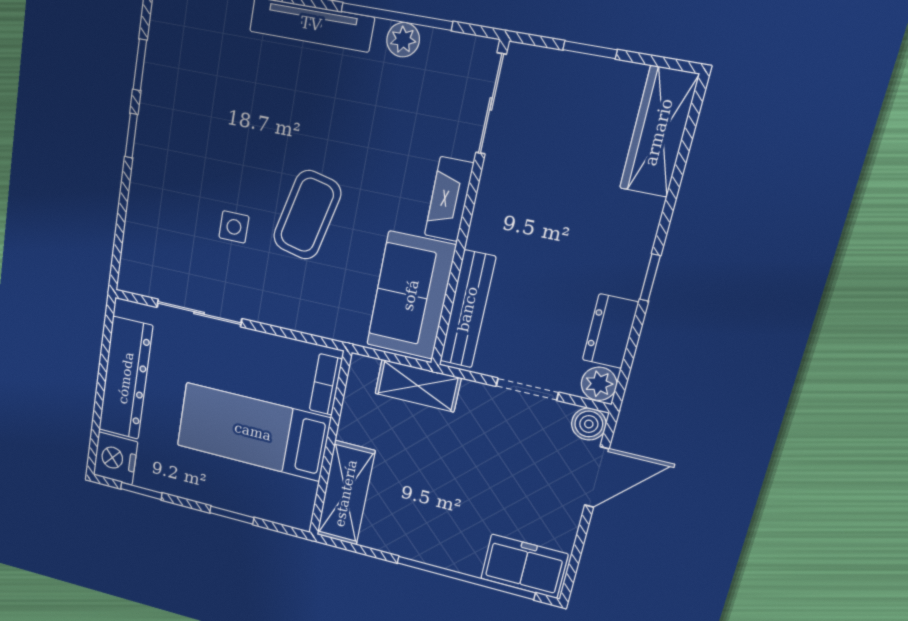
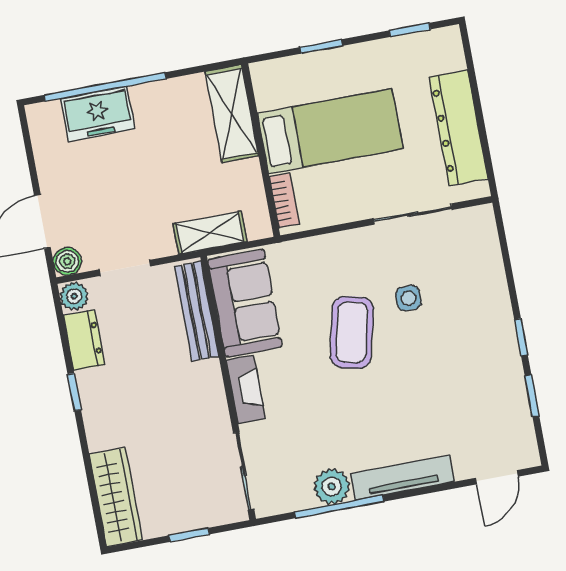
plant: (403, 40) -> (332, 486), width x1.38, depth x1.38
nightstand: (115, 458) -> (444, 49), removed
freezer: (524, 566) -> (98, 114), moved

